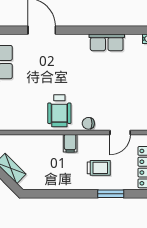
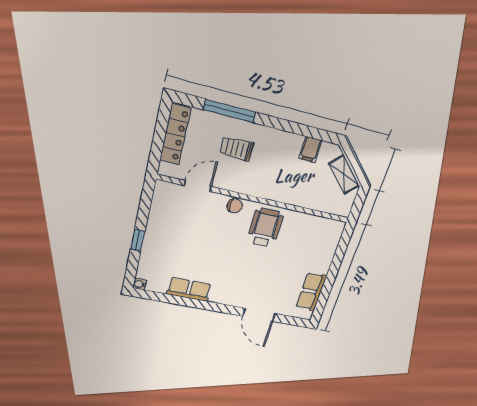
filing cabinet: (70, 143) -> (310, 149), moved, turned 180
window: (111, 194) -> (230, 111), width x1.44

